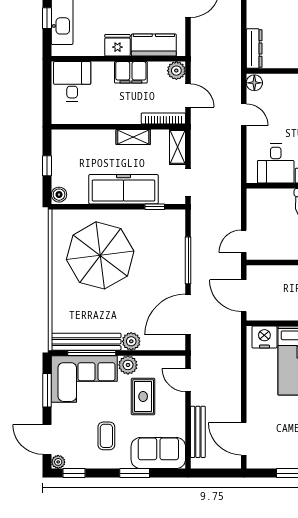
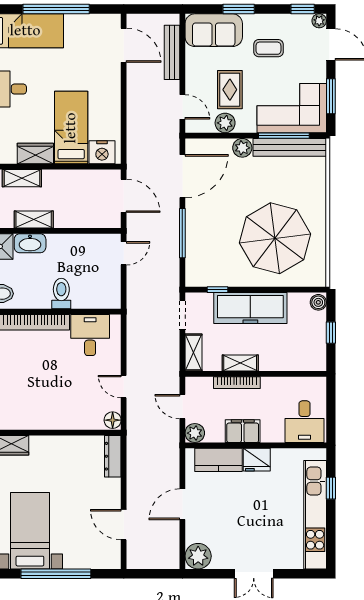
bookcase: (163, 118) -> (237, 383), moved
plant: (128, 365) -> (225, 123), moved
coffee table: (106, 436) -> (268, 48), turned 90

